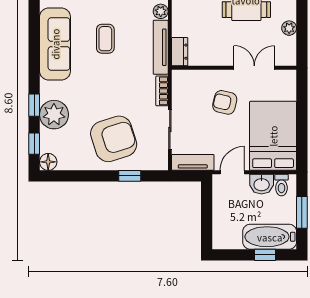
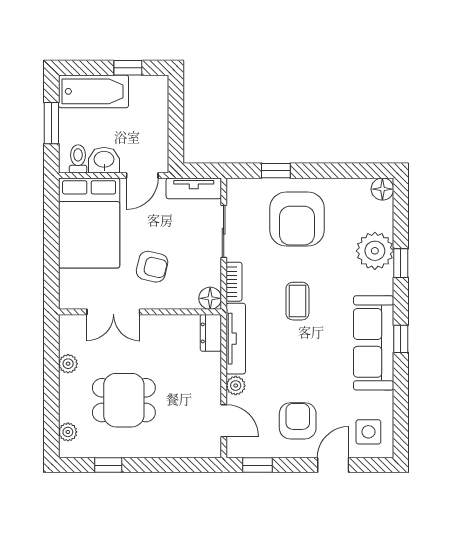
coffee table: (105, 39) -> (297, 301), moved
floor lamp: (180, 78) -> (210, 298), added
armchair: (114, 139) -> (297, 219), turned -72
window: (34, 144) -> (401, 339), moved
window: (265, 255) -> (128, 68), moved

